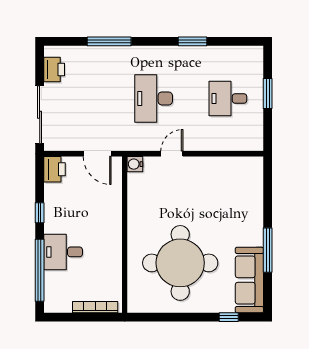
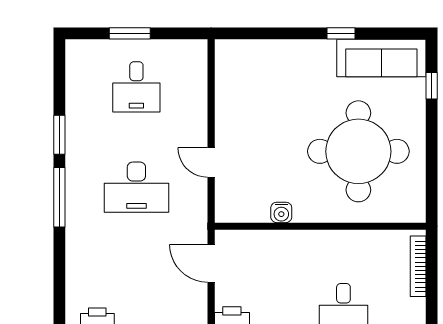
window: (109, 41) -> (59, 197), moved
door: (97, 154) -> (211, 263), swing flipped
water cooler: (135, 164) -> (281, 212), moved
window: (268, 250) -> (341, 33), width x0.46

